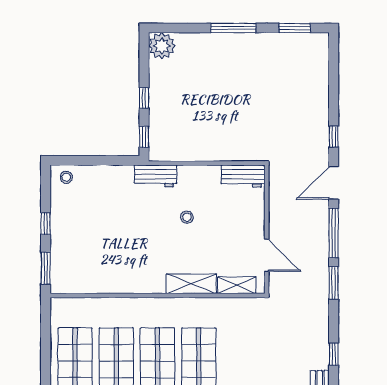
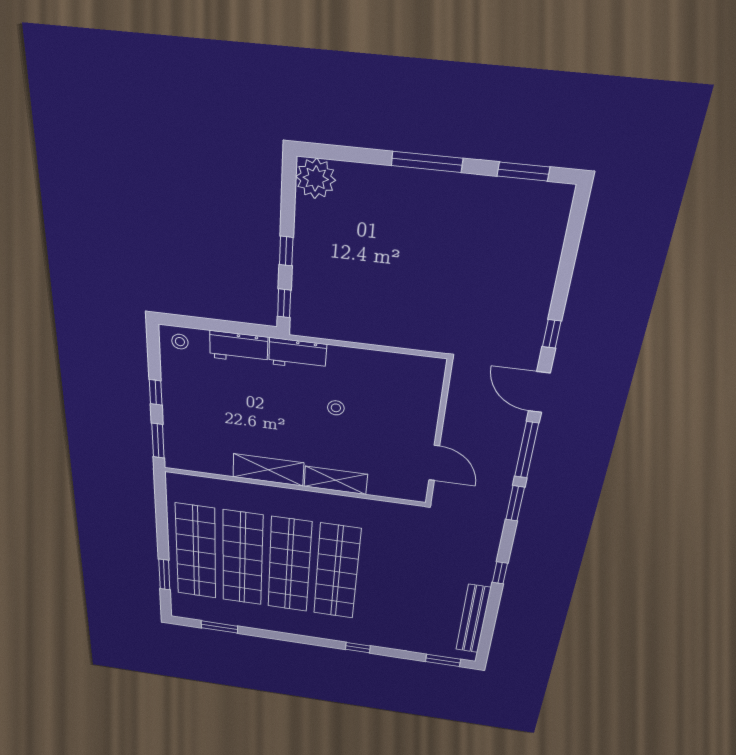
workbench: (243, 176) -> (239, 347), moved
door: (334, 183) -> (539, 392), hinge flipped
shelving: (237, 285) -> (268, 470), moved, width x1.50, depth x1.33

